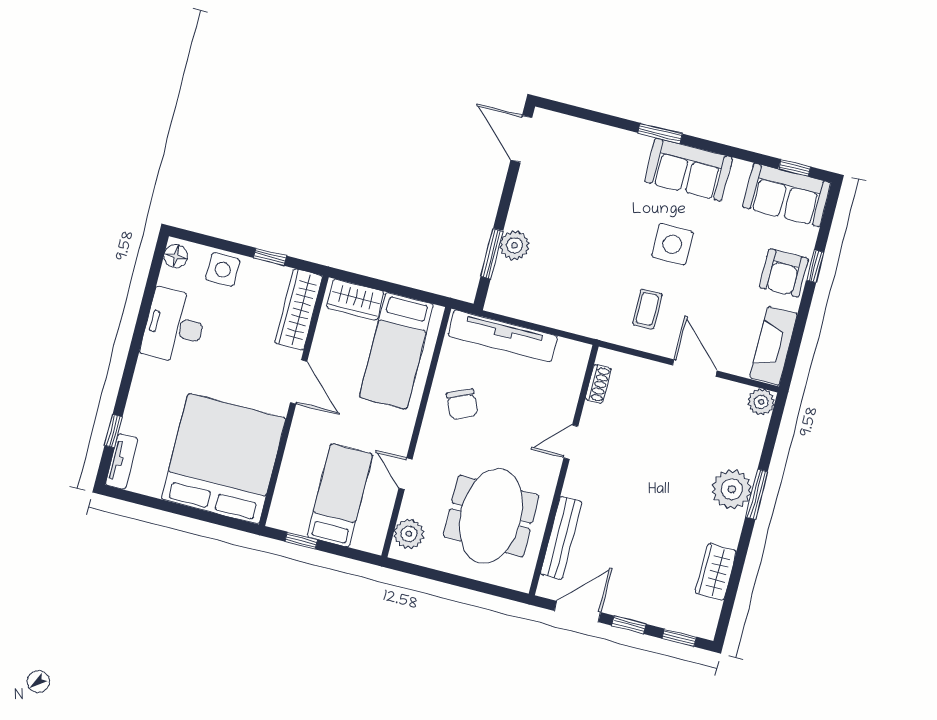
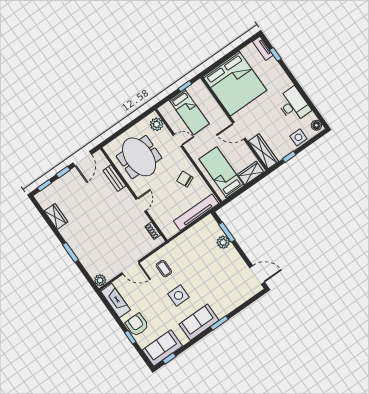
plant: (732, 489) -> (79, 245), removed
bench: (561, 538) -> (114, 178), width x0.73

